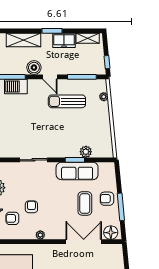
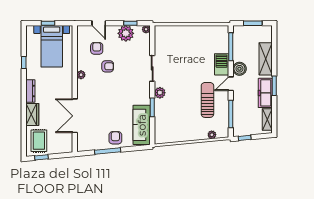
freezer: (64, 40) -> (265, 93), width x1.40
barbecue: (16, 86) -> (222, 64), moved
plant: (86, 152) -> (160, 93), moved
sofa: (77, 171) -> (142, 125), moved
coffee table: (85, 203) -> (111, 117), removed
floor lamp: (111, 233) -> (83, 141), removed
double door: (84, 242) -> (75, 116), swing flipped

